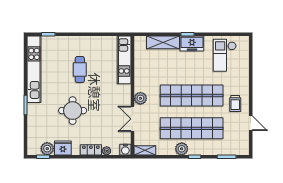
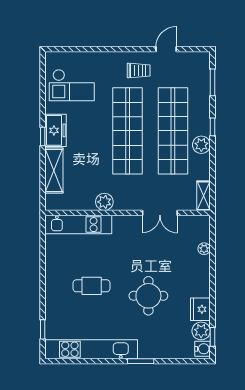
plant: (140, 98) -> (104, 202), moved
locker: (91, 150) -> (203, 270), removed
water cooler: (125, 150) -> (203, 349), moved

